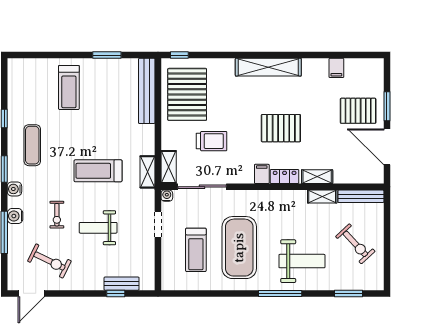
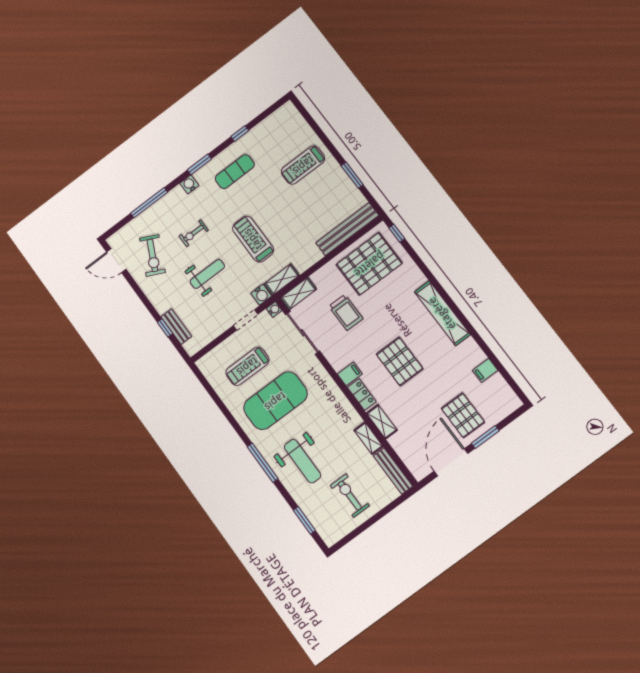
water cooler: (15, 216) -> (261, 295), moved, turned 180
weight bench: (98, 228) -> (207, 274), turned 90
exercise bike: (355, 244) -> (350, 496), turned 133

